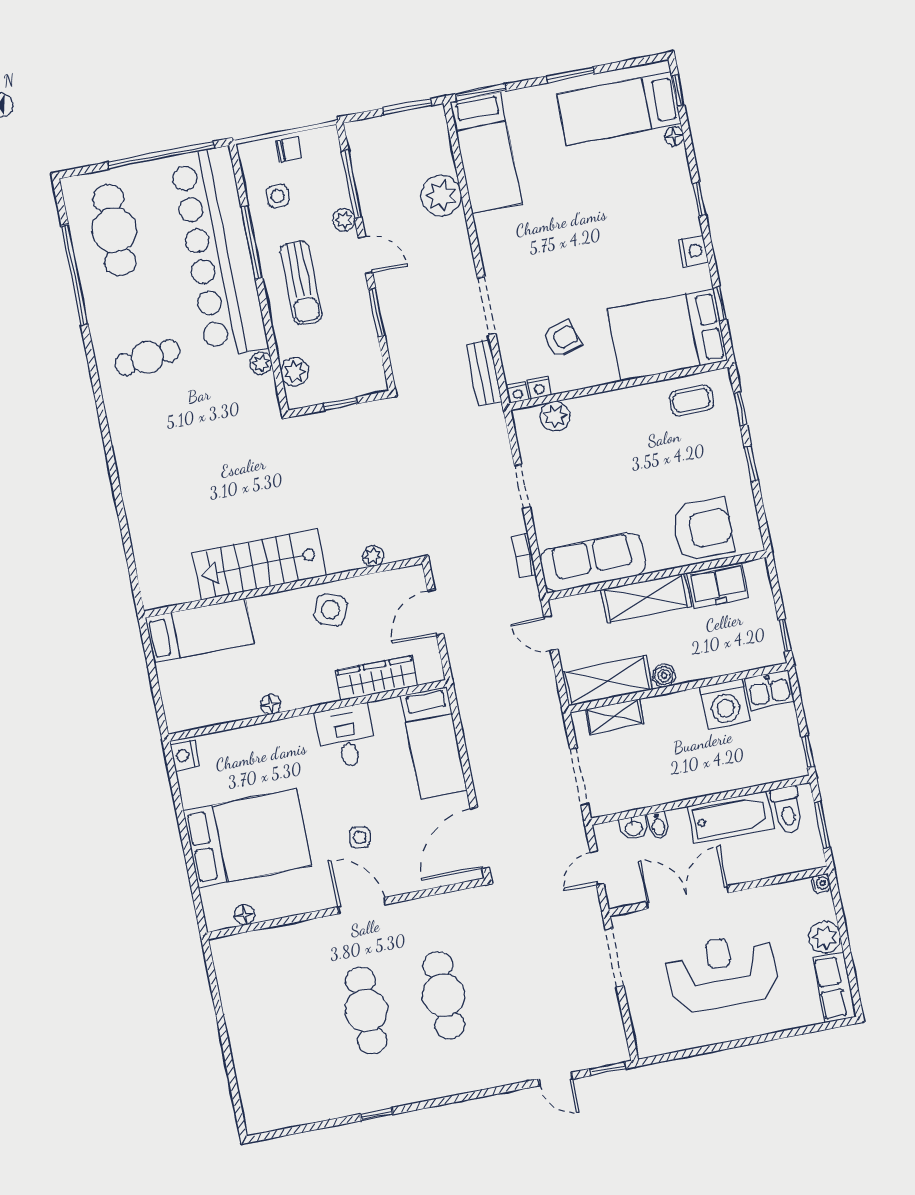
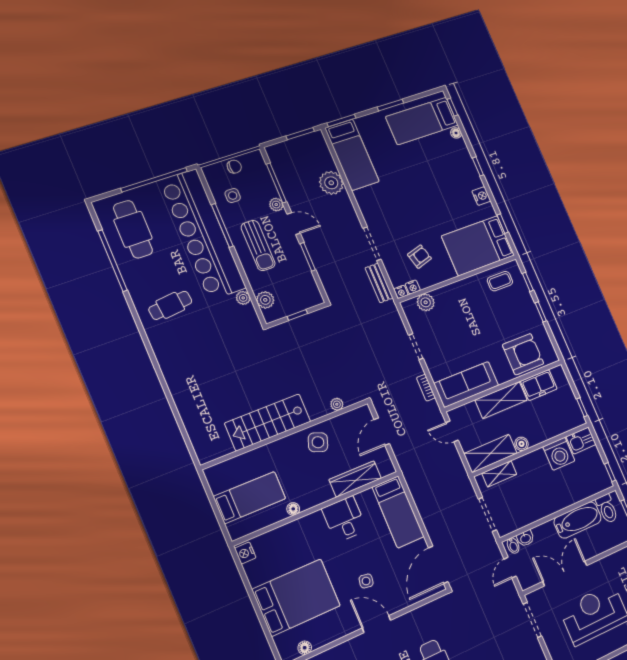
bed: (199, 630) -> (250, 498), moved
bidet: (658, 825) -> (513, 546), moved

